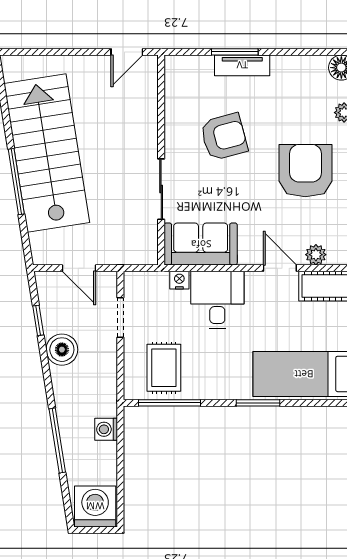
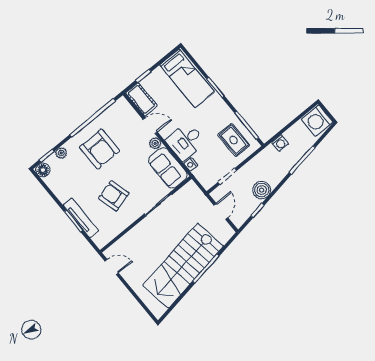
tv unit: (242, 65) -> (81, 218), width x1.41
armchair: (305, 171) -> (100, 149), turned -90
plant: (316, 255) -> (155, 143), moved
door: (280, 268) -> (150, 126), swing flipped
rug: (164, 368) -> (234, 140), turned 90

